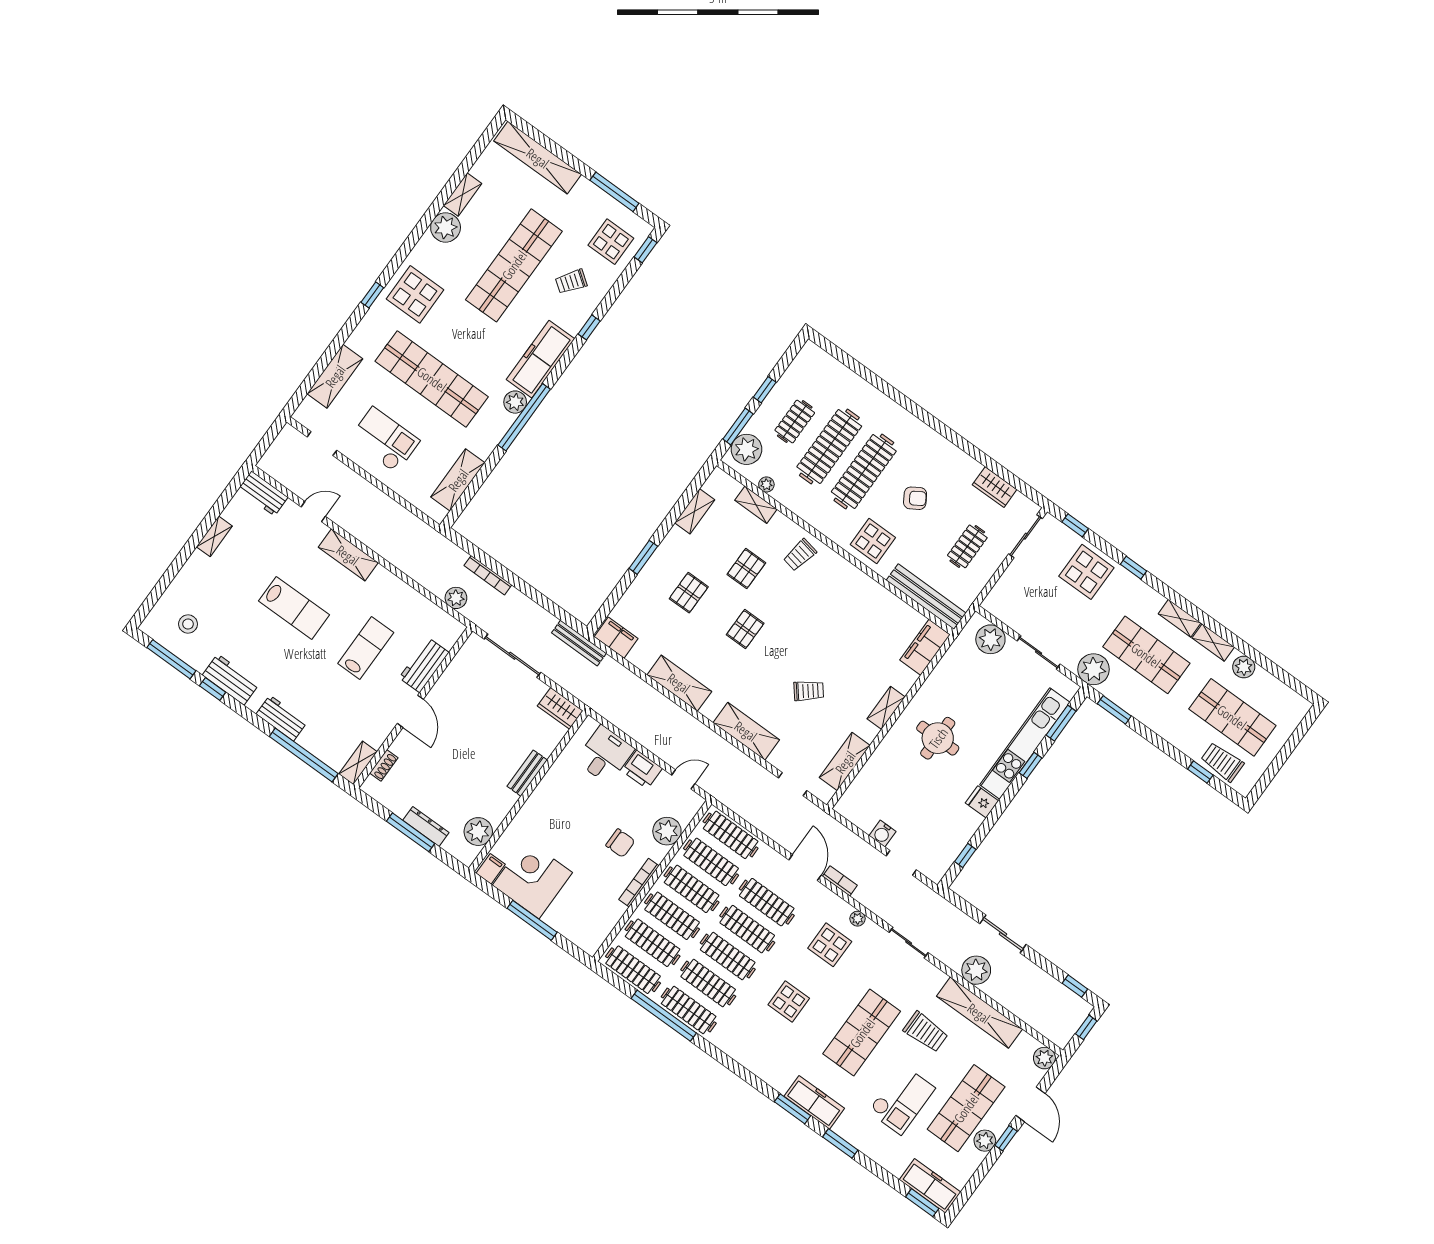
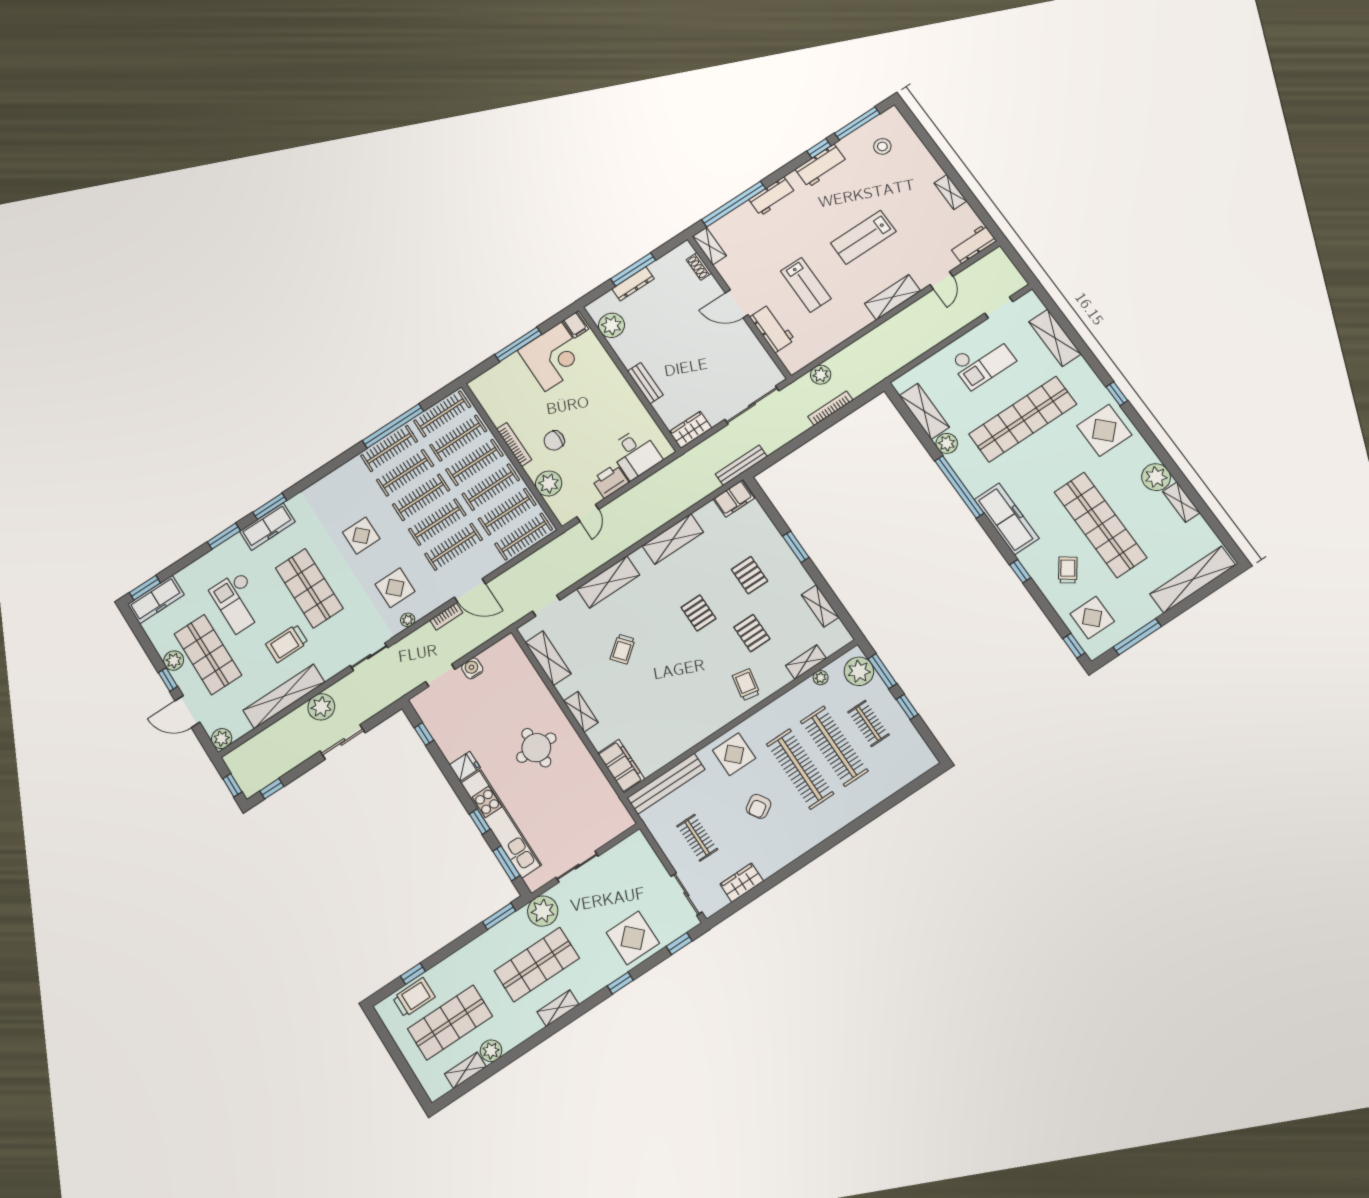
plant: (515, 402) -> (947, 443), moved
plant: (990, 639) -> (606, 827), removed
shelving: (1213, 643) -> (465, 1070), moved

